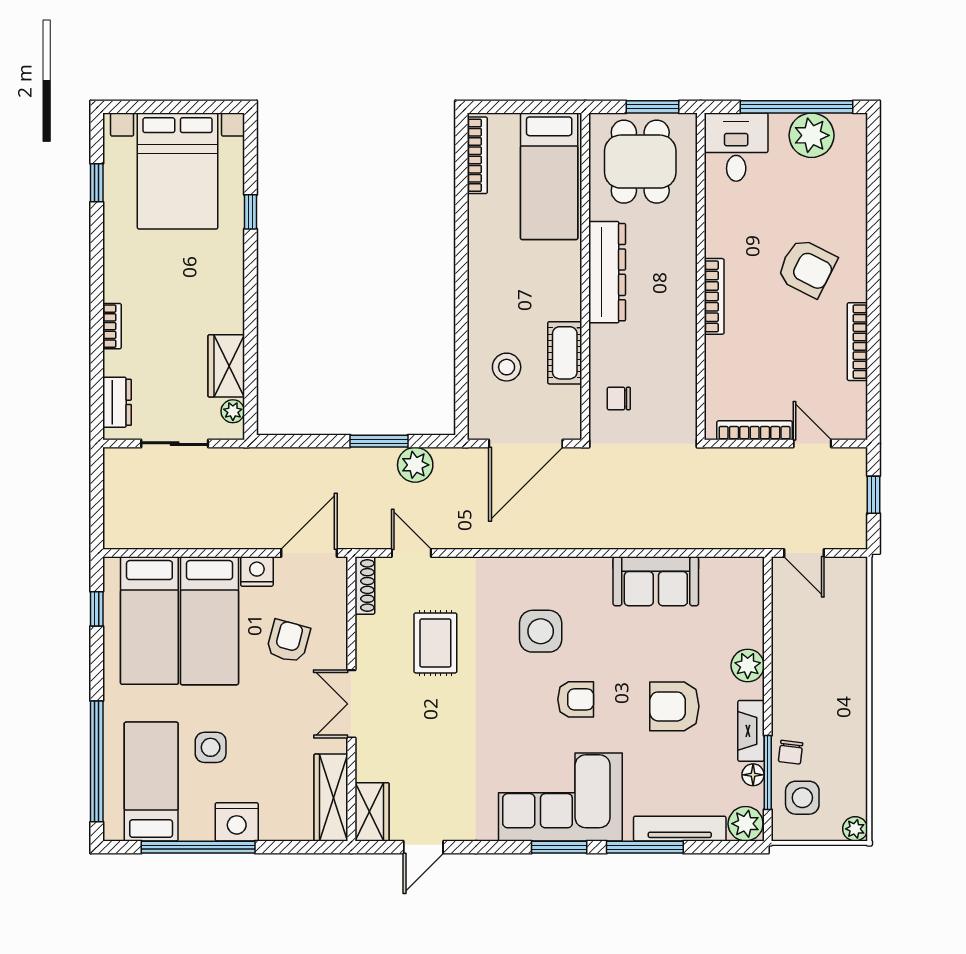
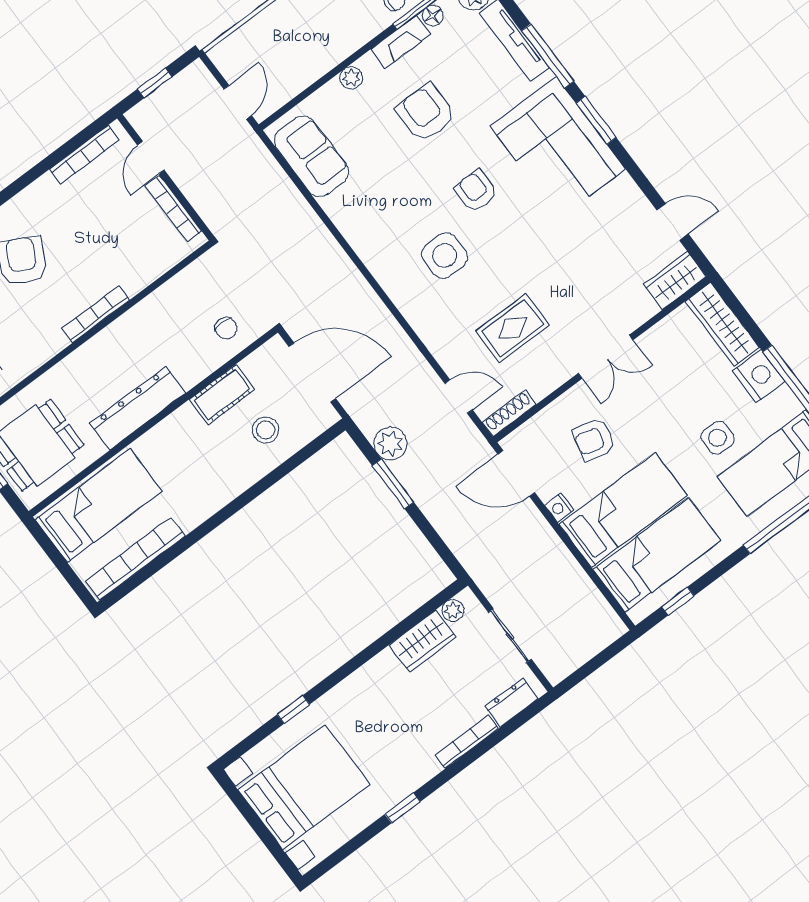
bookcase: (477, 155) -> (135, 558), width x1.48, depth x1.31
window: (97, 183) -> (402, 808), moved
bookcase: (112, 326) -> (467, 742), width x1.56
bookcase: (857, 342) -> (84, 155), moved
door: (411, 553) -> (459, 397), swing flipped
nightstand: (257, 571) -> (559, 508), width x0.72, depth x0.74
sofa: (656, 581) -> (311, 156), moved
plant: (748, 665) -> (351, 78), width x0.73, depth x0.73
armchair: (674, 706) -> (426, 113), turned 180
wardrobe: (331, 797) -> (722, 324), moved, turned 90

